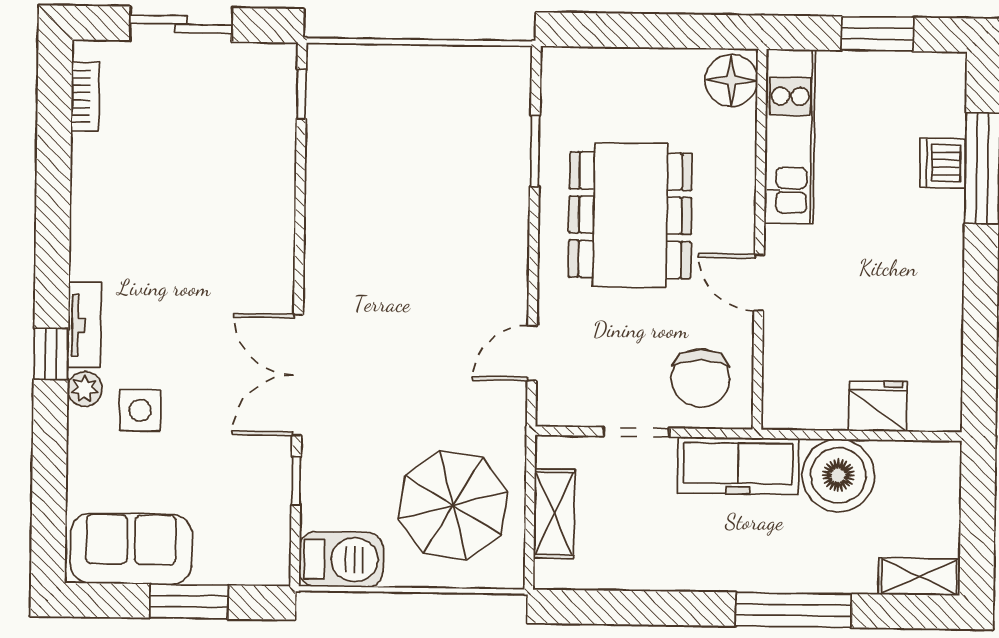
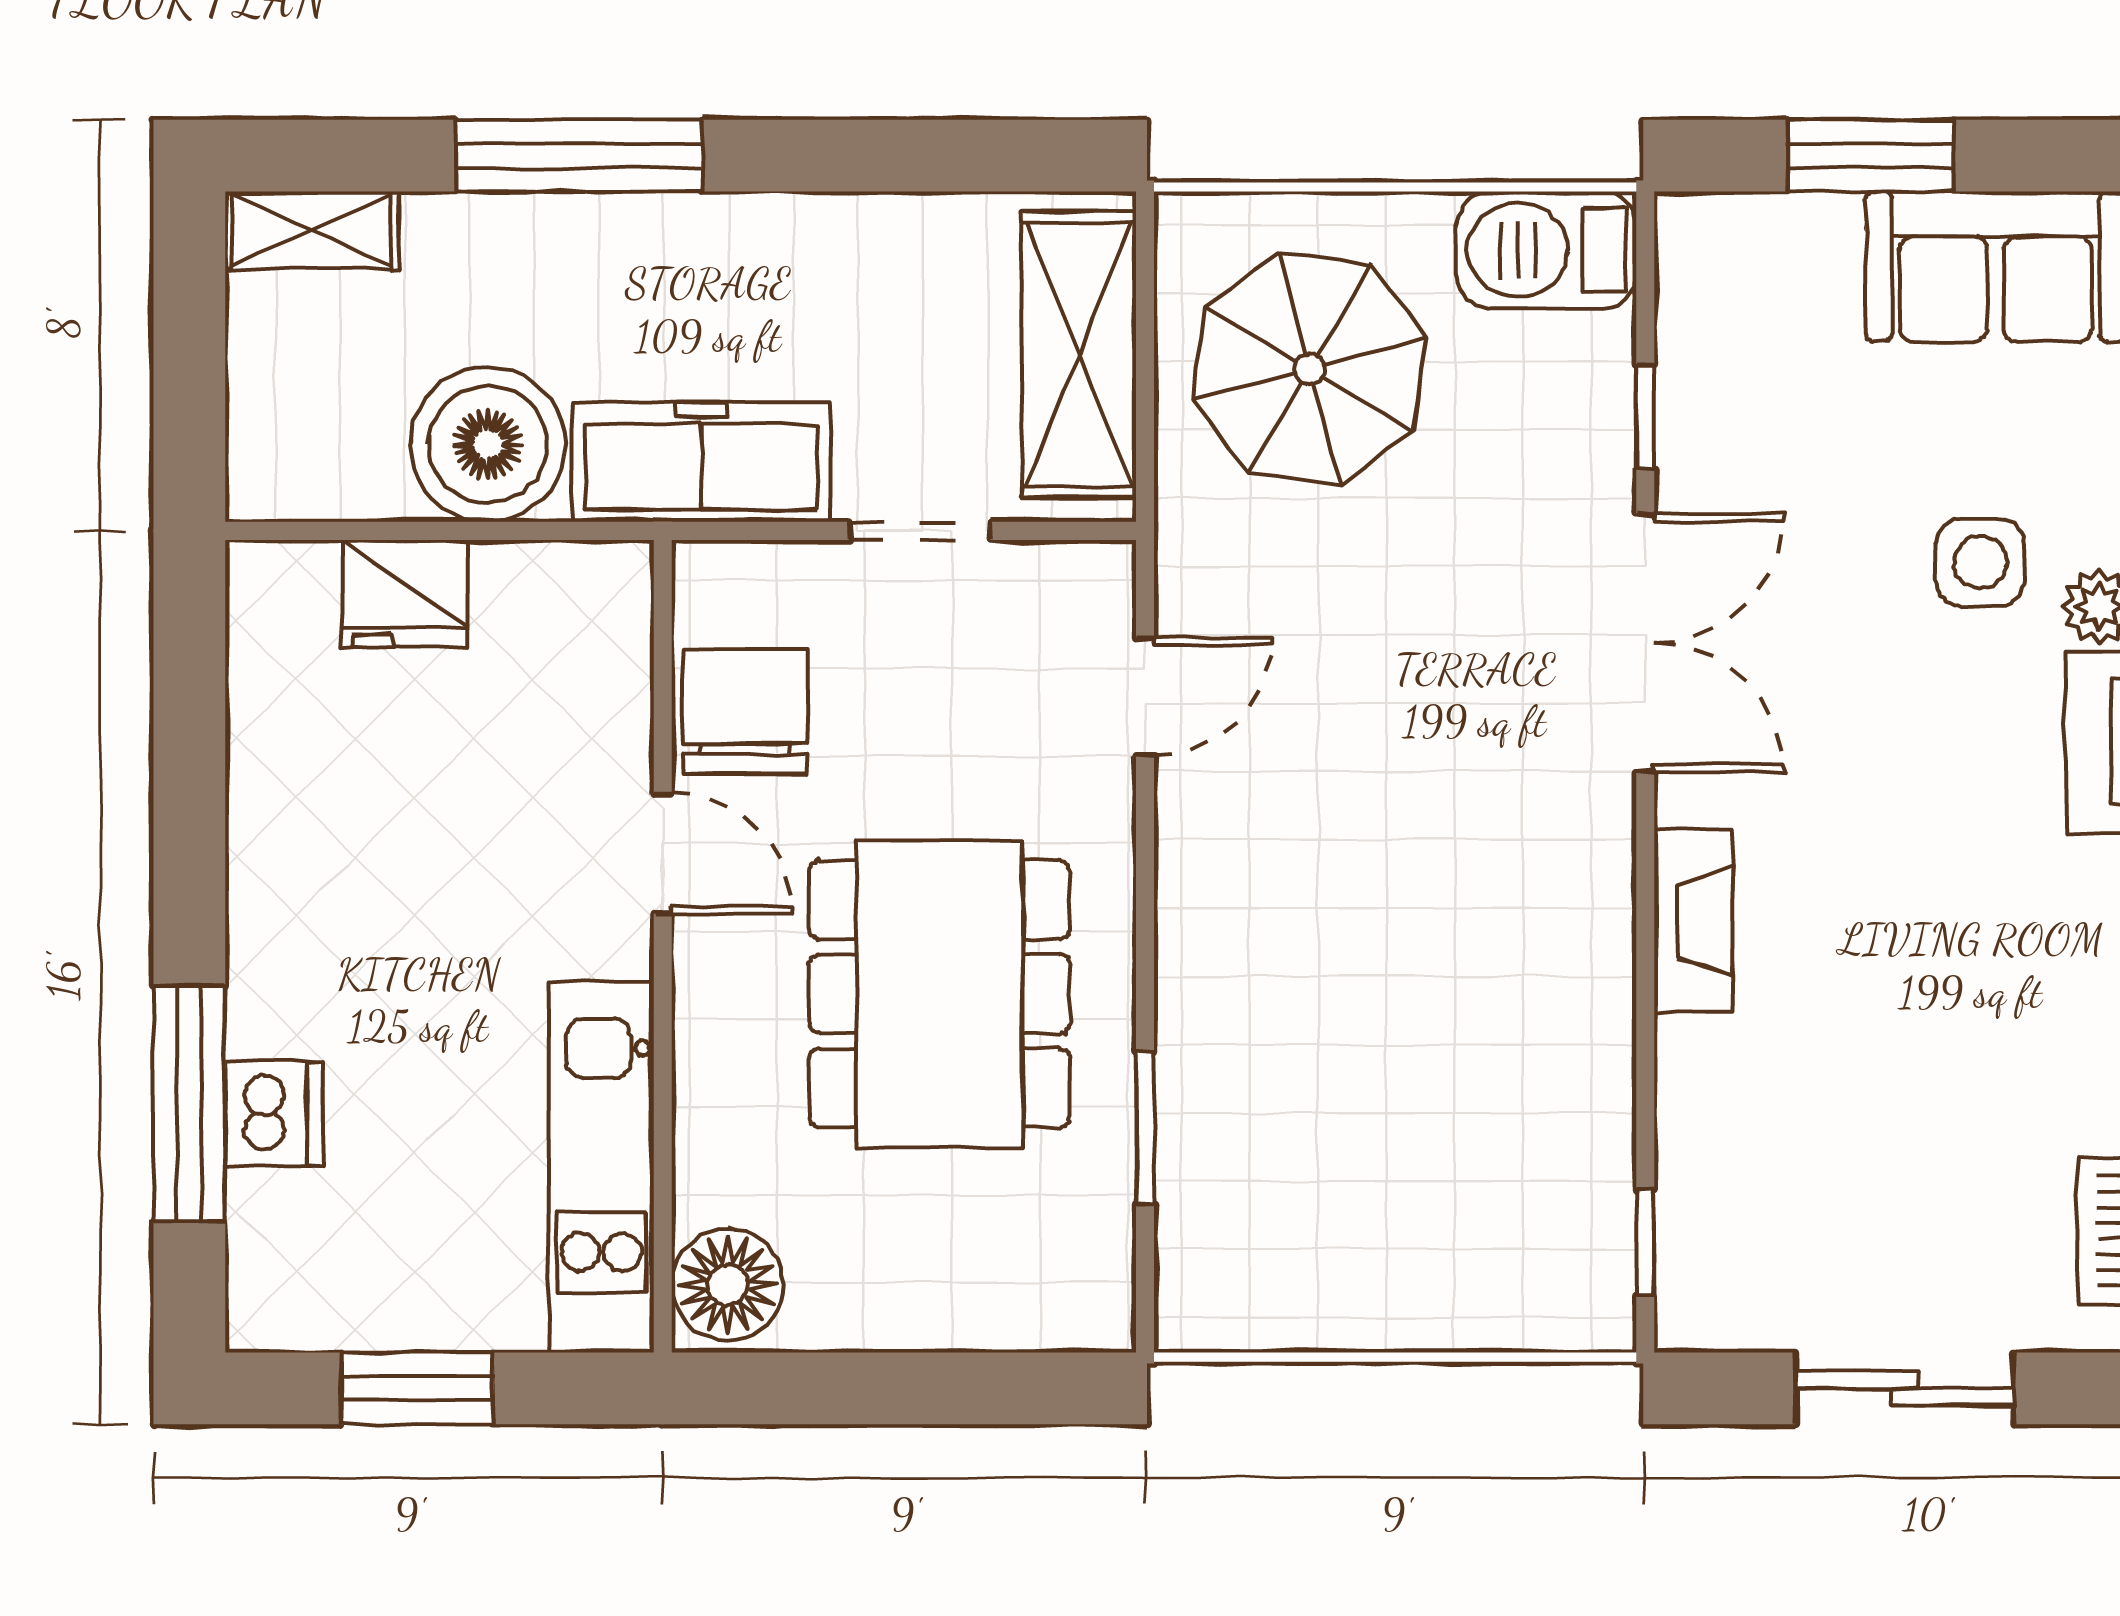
fireplace: (277, 244) -> (1693, 921), added
chair: (700, 378) -> (745, 712), moved
shelving: (554, 514) -> (1079, 354), width x1.50, depth x1.33

